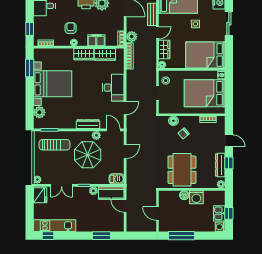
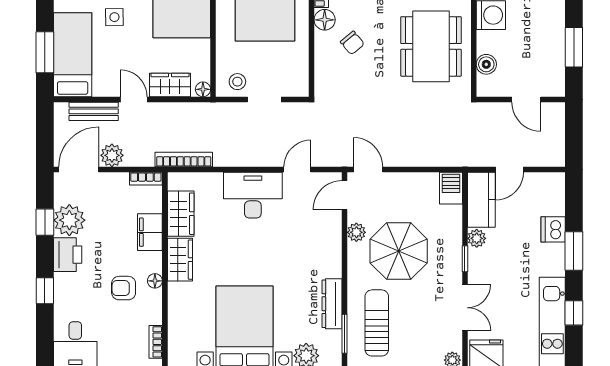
plant: (132, 37) -> (112, 155), moved
door: (125, 108) -> (297, 170), hinge flipped
floor lamp: (173, 121) -> (325, 20), moved
dresser: (88, 124) -> (332, 304), moved
door: (125, 152) -> (368, 170), moved
dining table: (182, 170) -> (431, 46), turned 90
boiler: (184, 195) -> (486, 64), moved
door: (157, 214) -> (526, 99), hinge flipped
dishwasher: (98, 226) -> (553, 229), added
window: (48, 236) -> (574, 313), moved
window: (102, 236) -> (574, 251), moved
window: (181, 236) -> (574, 47), width x0.69

